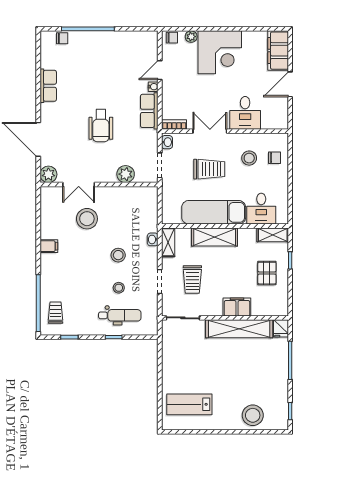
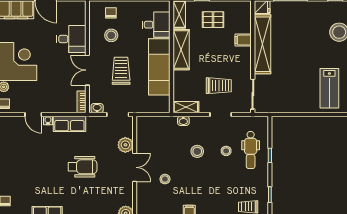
double door: (79, 185) -> (135, 167), moved
stool: (87, 219) -> (165, 179), width x0.53, depth x0.53
shelving: (215, 237) -> (181, 50), moved
filing cabinet: (237, 307) -> (243, 40), width x0.50
dental chair: (120, 315) -> (251, 150), turned 180

